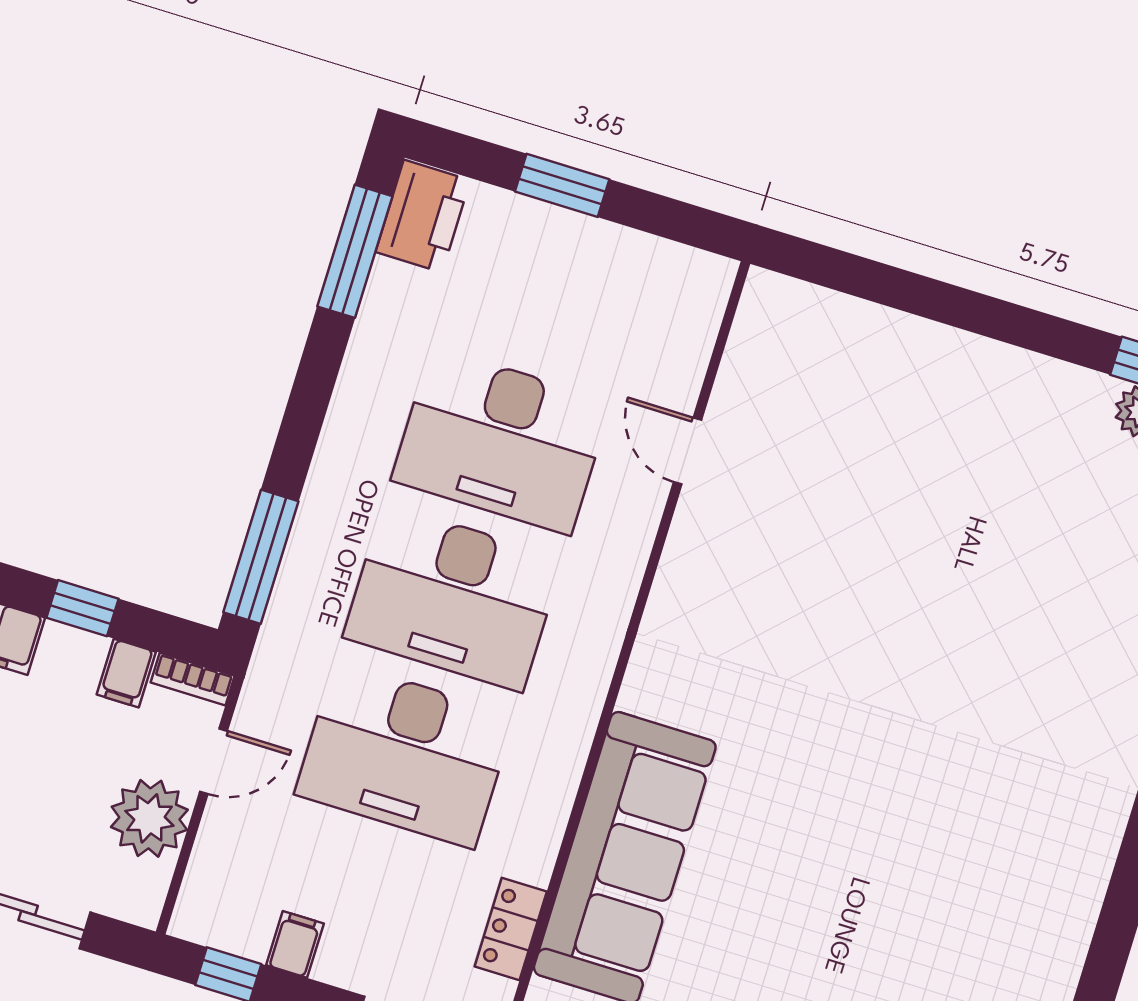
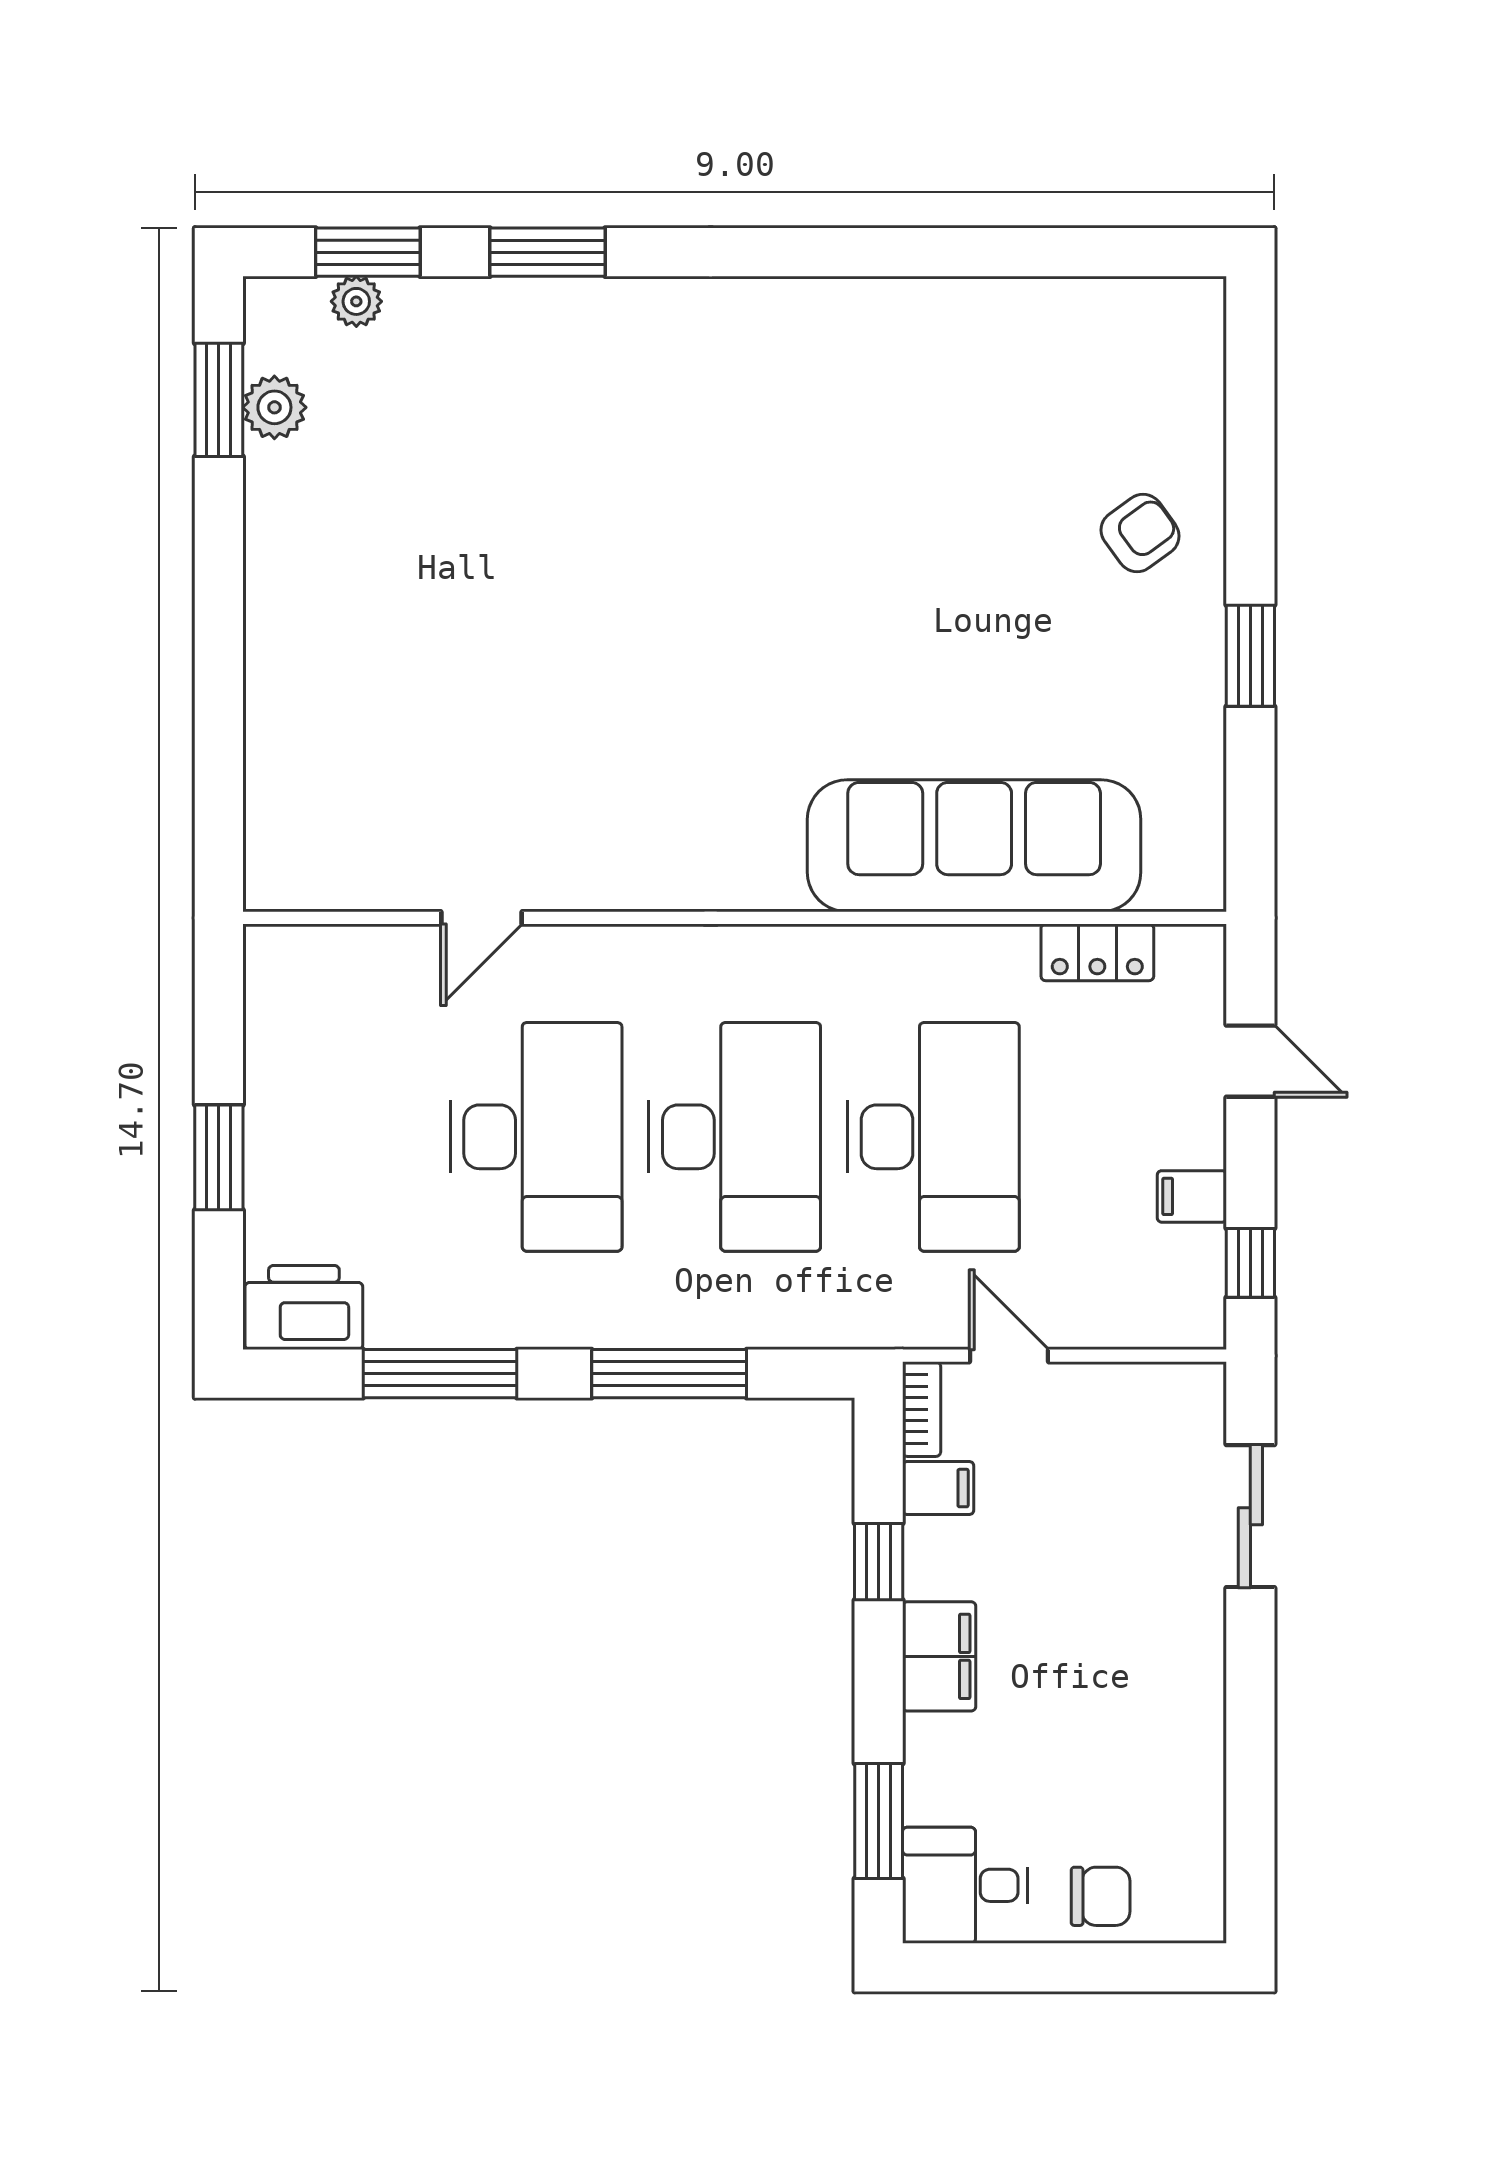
window: (355, 251) -> (440, 1374), moved
window: (261, 557) -> (669, 1374), moved
plant: (149, 818) -> (1098, 1410), removed

